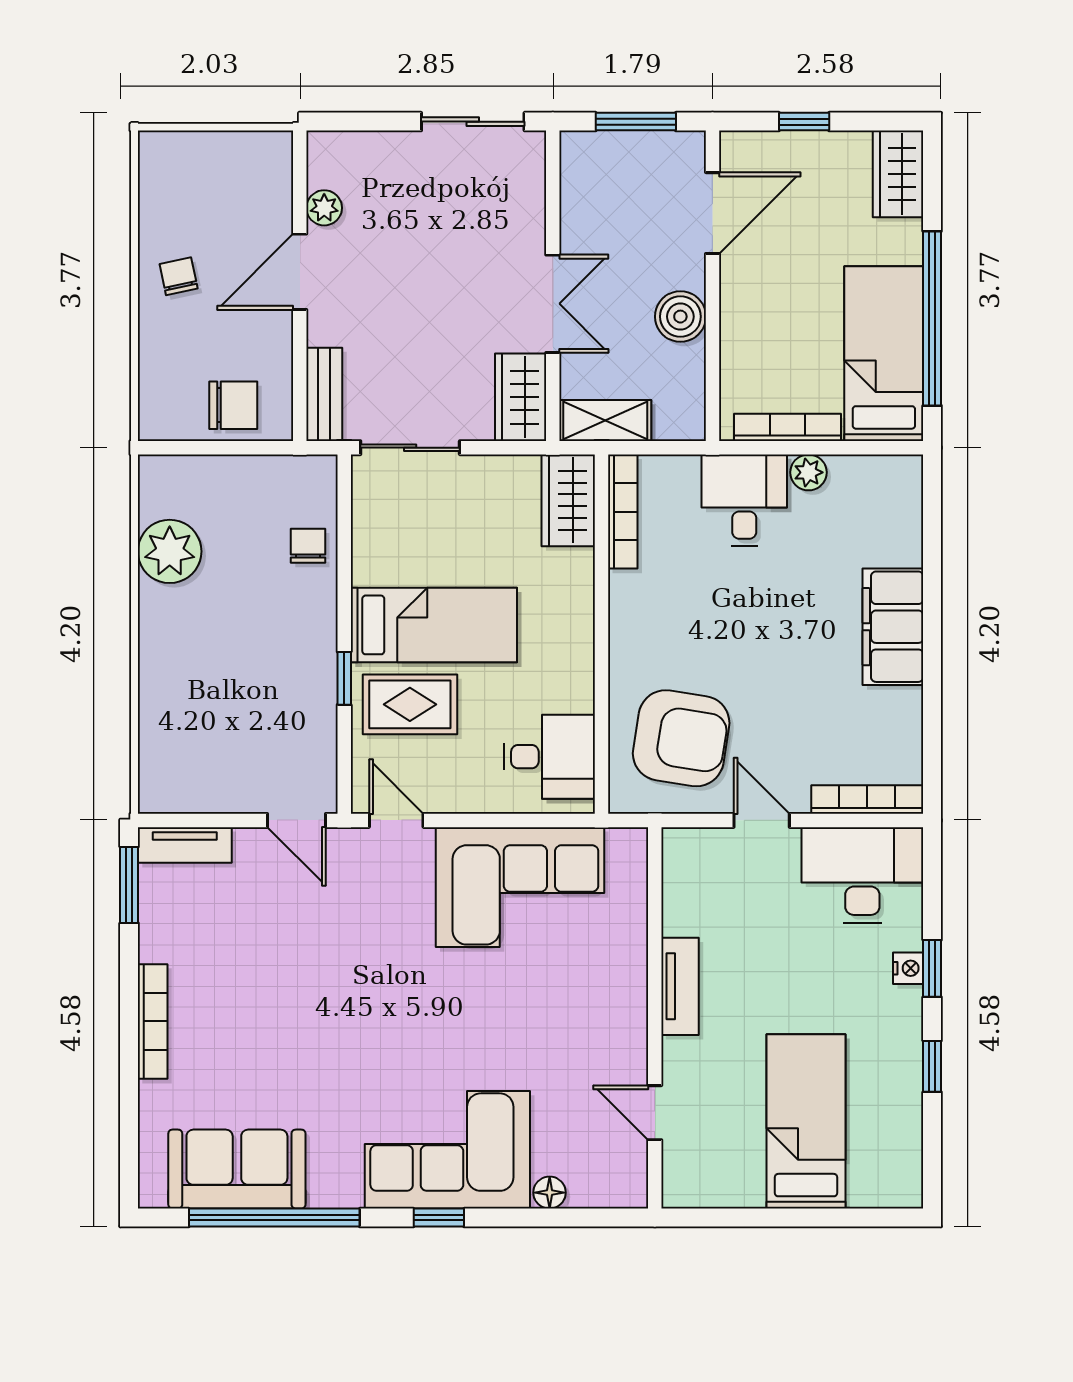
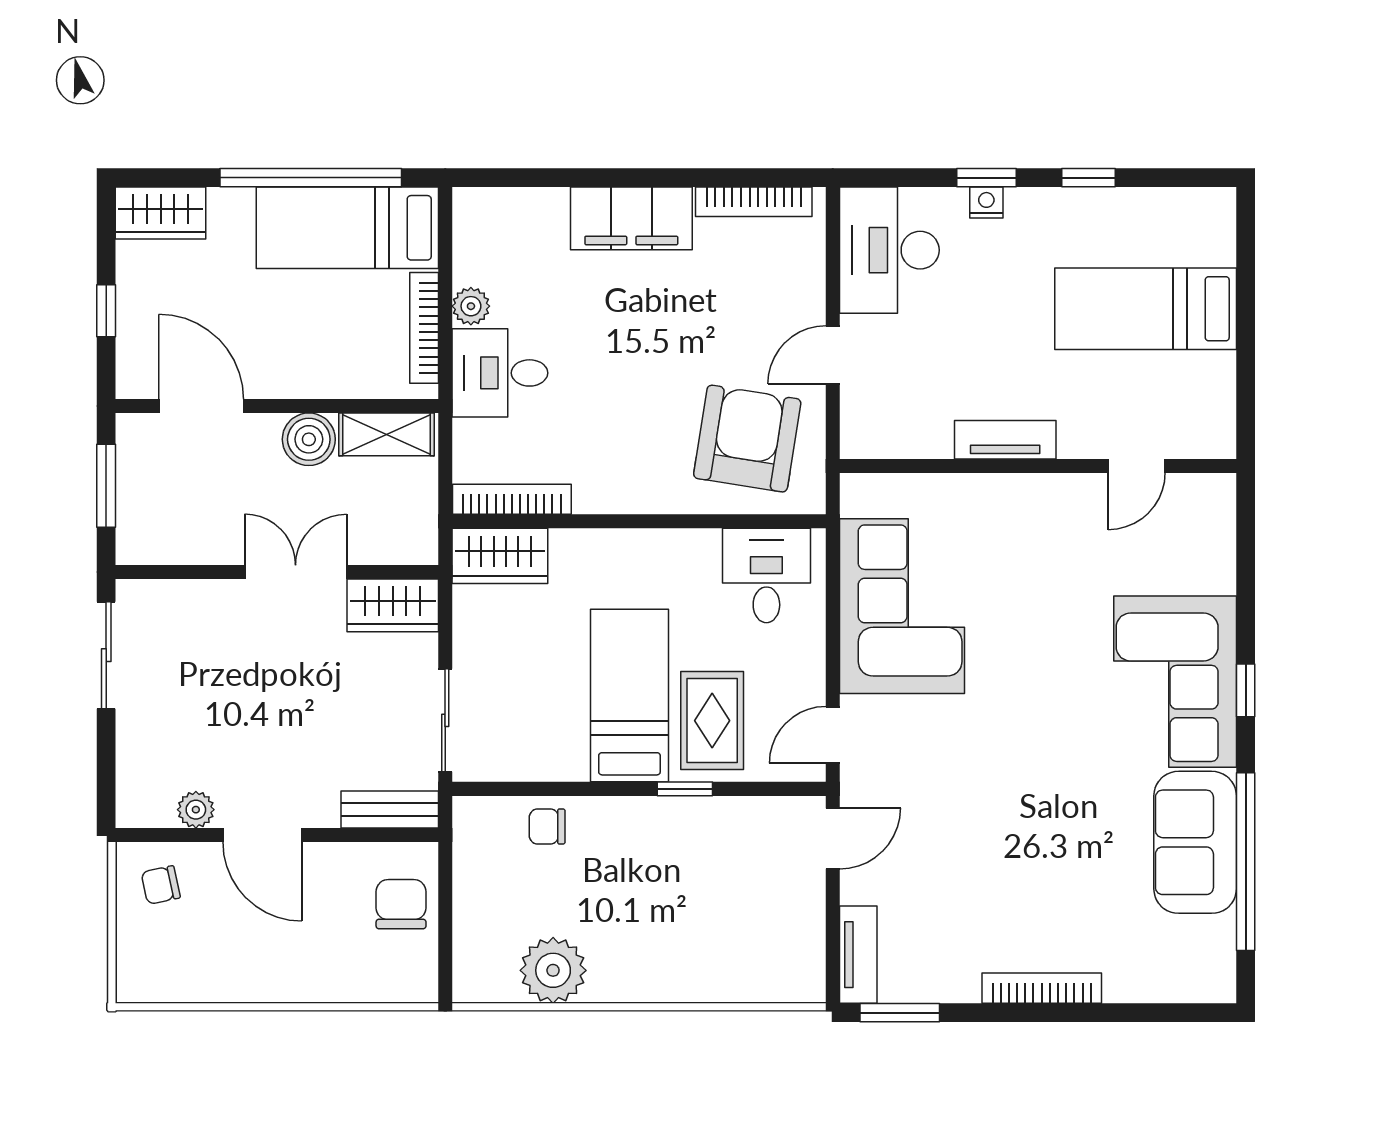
chair: (179, 276) -> (161, 885), moved
shelving: (605, 420) -> (387, 434), moved, turned 90
bookcase: (867, 799) -> (754, 202), moved, turned -90
sofa: (237, 1169) -> (1195, 842), moved
floor lamp: (550, 1193) -> (1220, 575), removed

